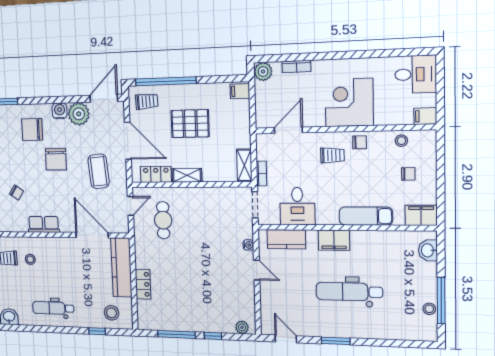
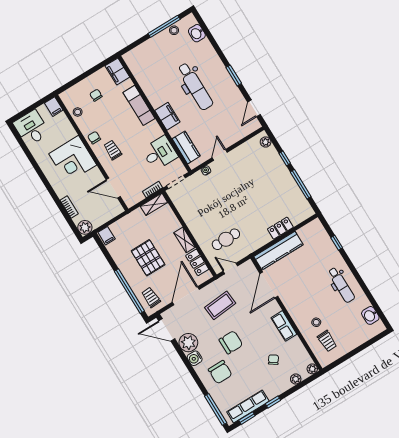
washbasin: (428, 250) -> (197, 33), moved, turned 90
stool: (111, 313) -> (316, 239), removed

